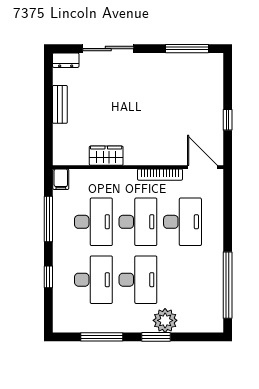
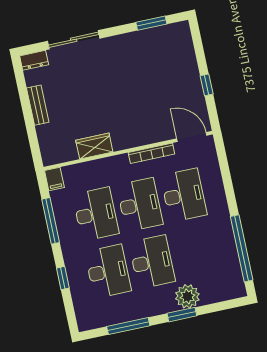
window: (187, 49) -> (151, 23), width x0.69

